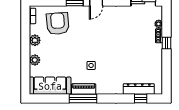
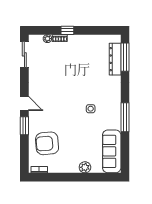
plant: (35, 40) -> (64, 167), removed
piano: (84, 89) -> (115, 116), removed
window: (141, 99) -> (125, 57), width x2.17

